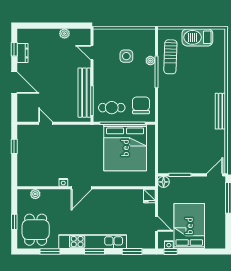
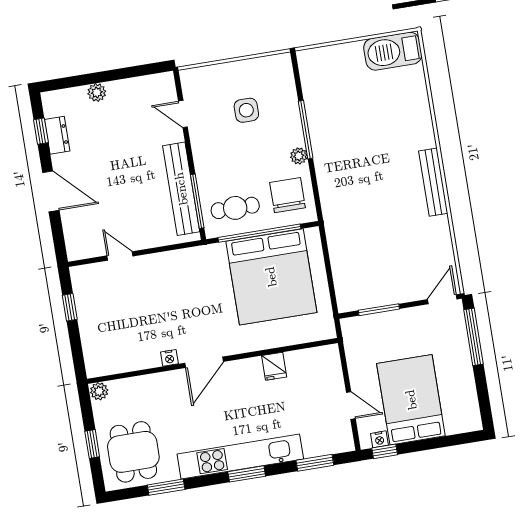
plant: (64, 34) -> (97, 93), moved
barbecue: (197, 37) -> (393, 51), moved
sun lounger: (170, 57) -> (326, 98), removed
plant: (150, 61) -> (299, 156), moved
floor lamp: (164, 182) -> (351, 327), removed
plant: (35, 194) -> (99, 391), moved
fridge: (149, 196) -> (274, 366), moved

